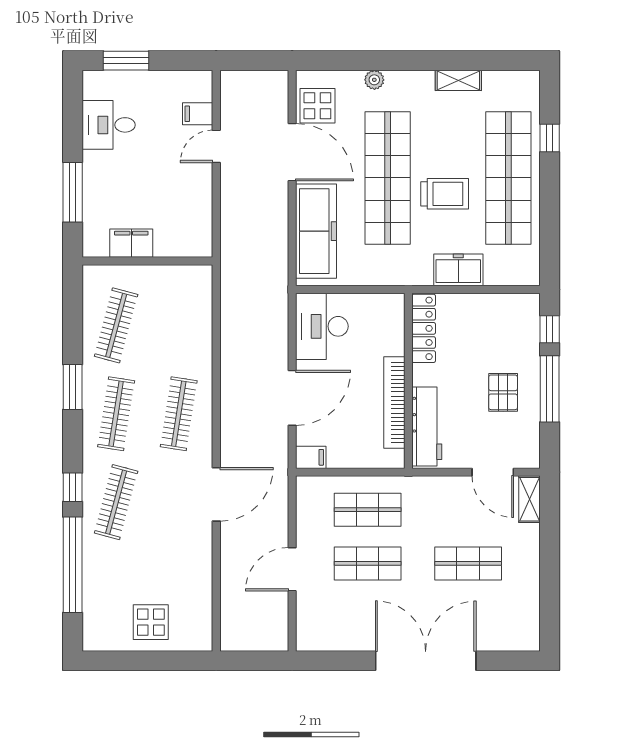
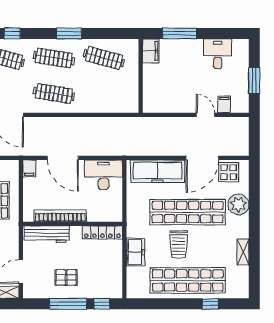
window: (126, 61) -> (254, 81), moved
plant: (374, 80) -> (239, 204), width x1.87, depth x1.87
filing cabinet: (131, 243) -> (151, 51), moved

